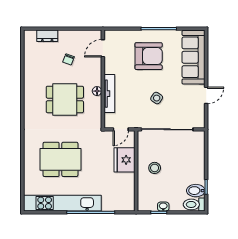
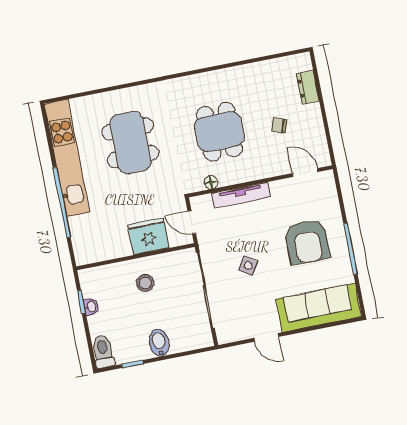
floor lamp: (97, 91) -> (211, 182), moved
bidet: (196, 191) -> (159, 343), moved

